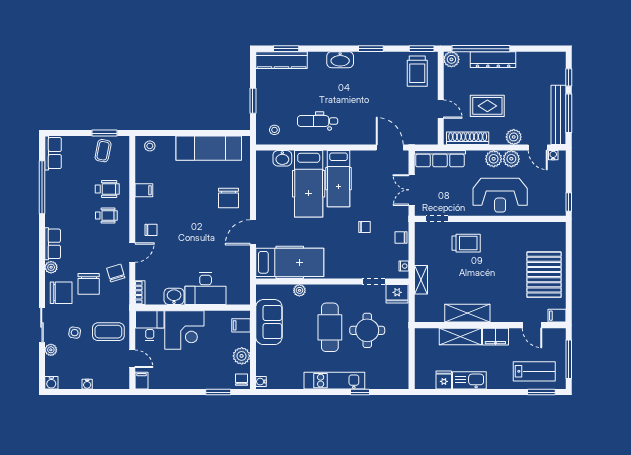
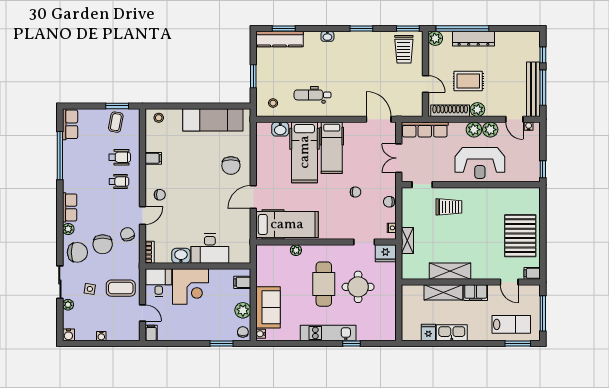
washbasin: (340, 60) -> (327, 36), width x0.52, depth x0.69
plant: (514, 137) -> (477, 110), moved
sofa: (269, 322) -> (268, 307), moved

